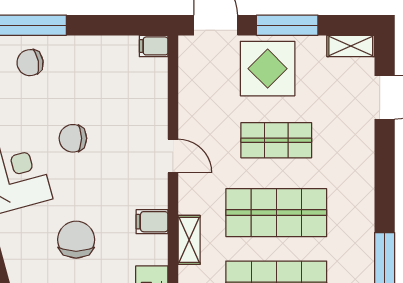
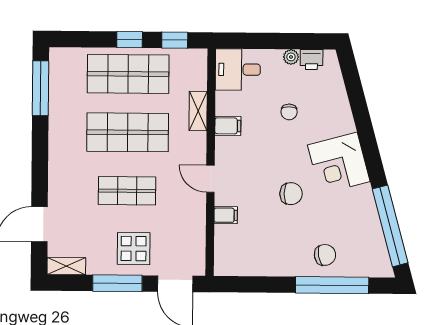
filing cabinet: (154, 46) -> (226, 215), moved
display table: (268, 69) -> (134, 249), width x0.73, depth x0.73
chair: (76, 240) -> (289, 112), width x0.54, depth x0.54

